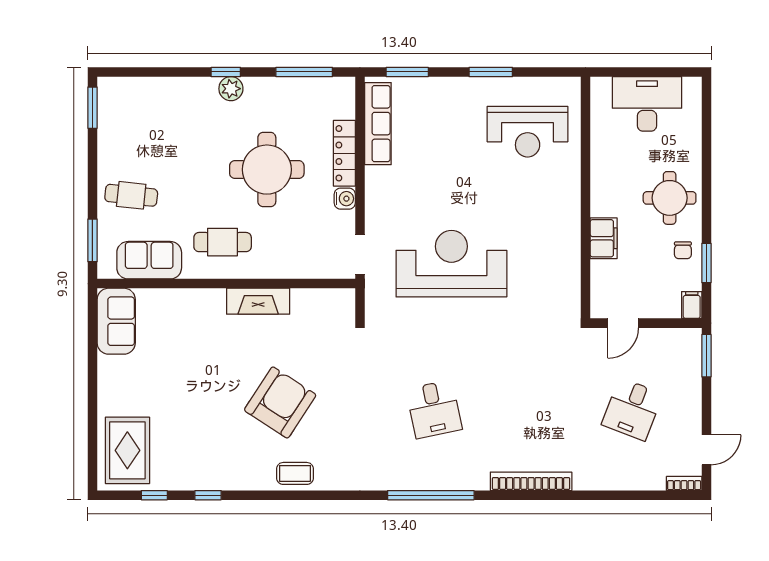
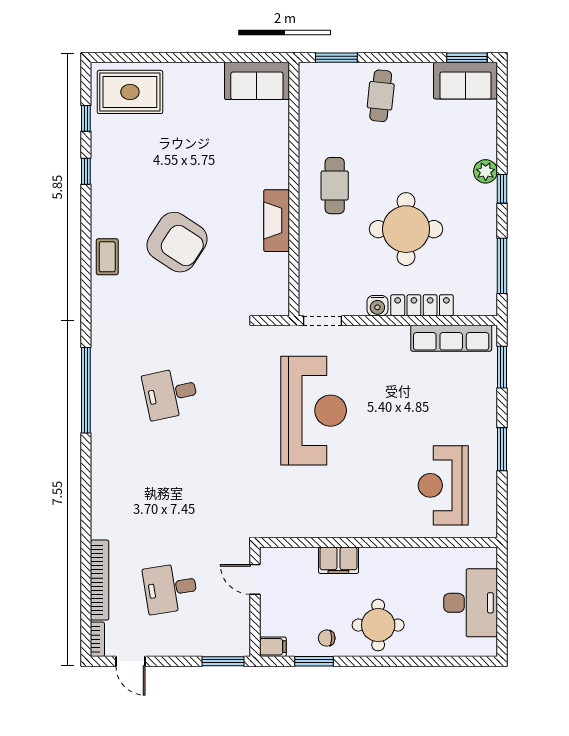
plant: (231, 89) -> (486, 171), moved
sofa: (149, 260) -> (466, 81), moved, turned 90
desk: (632, 409) -> (170, 588), turned -30
bookcase: (531, 481) -> (100, 580), moved

